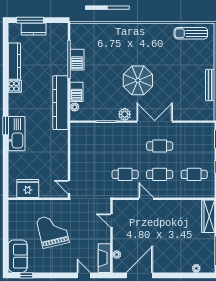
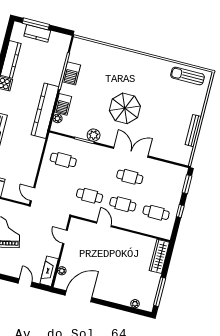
plant: (125, 114) -> (94, 135), moved
cafe table: (91, 146) -> (63, 160), added

